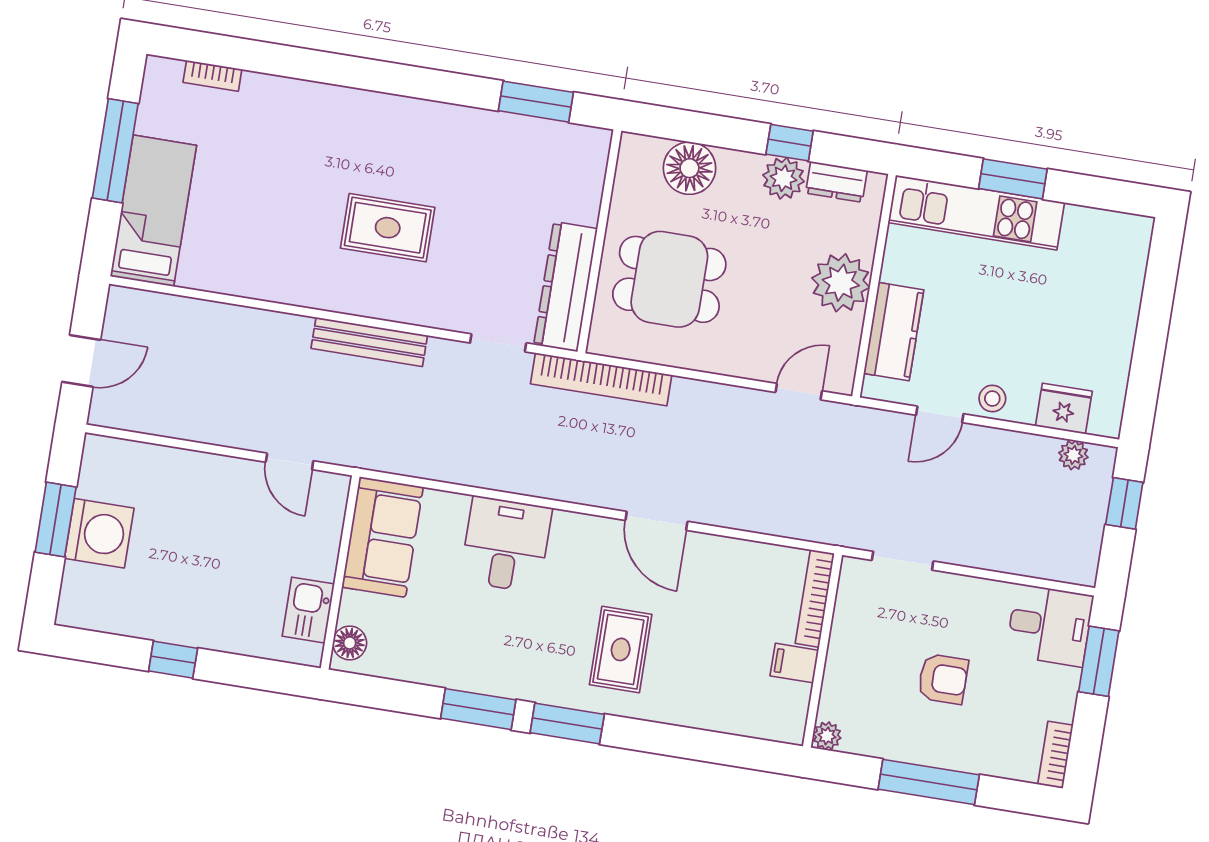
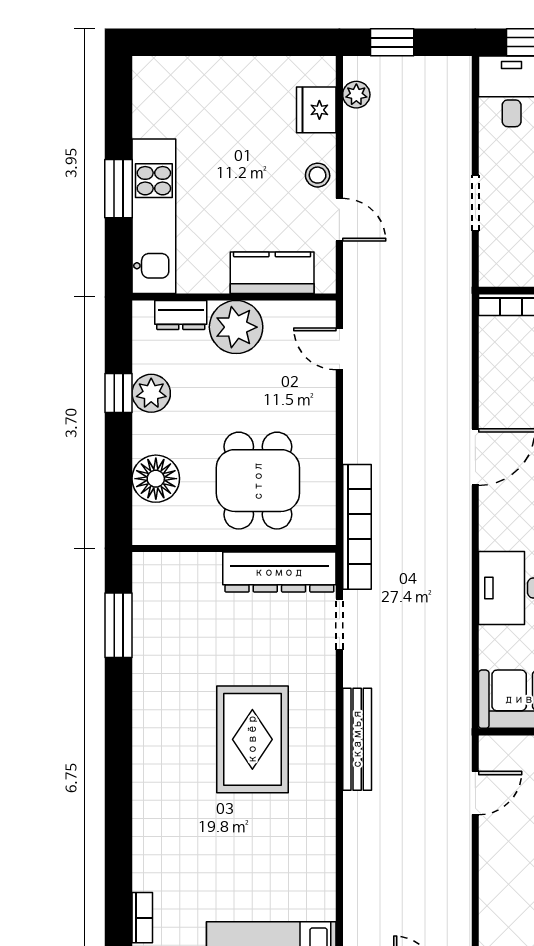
dresser: (836, 182) -> (181, 315), moved, turned 90
rug: (388, 228) -> (252, 739), width x1.36, depth x1.43
doorway: (903, 561) -> (475, 203), moved

